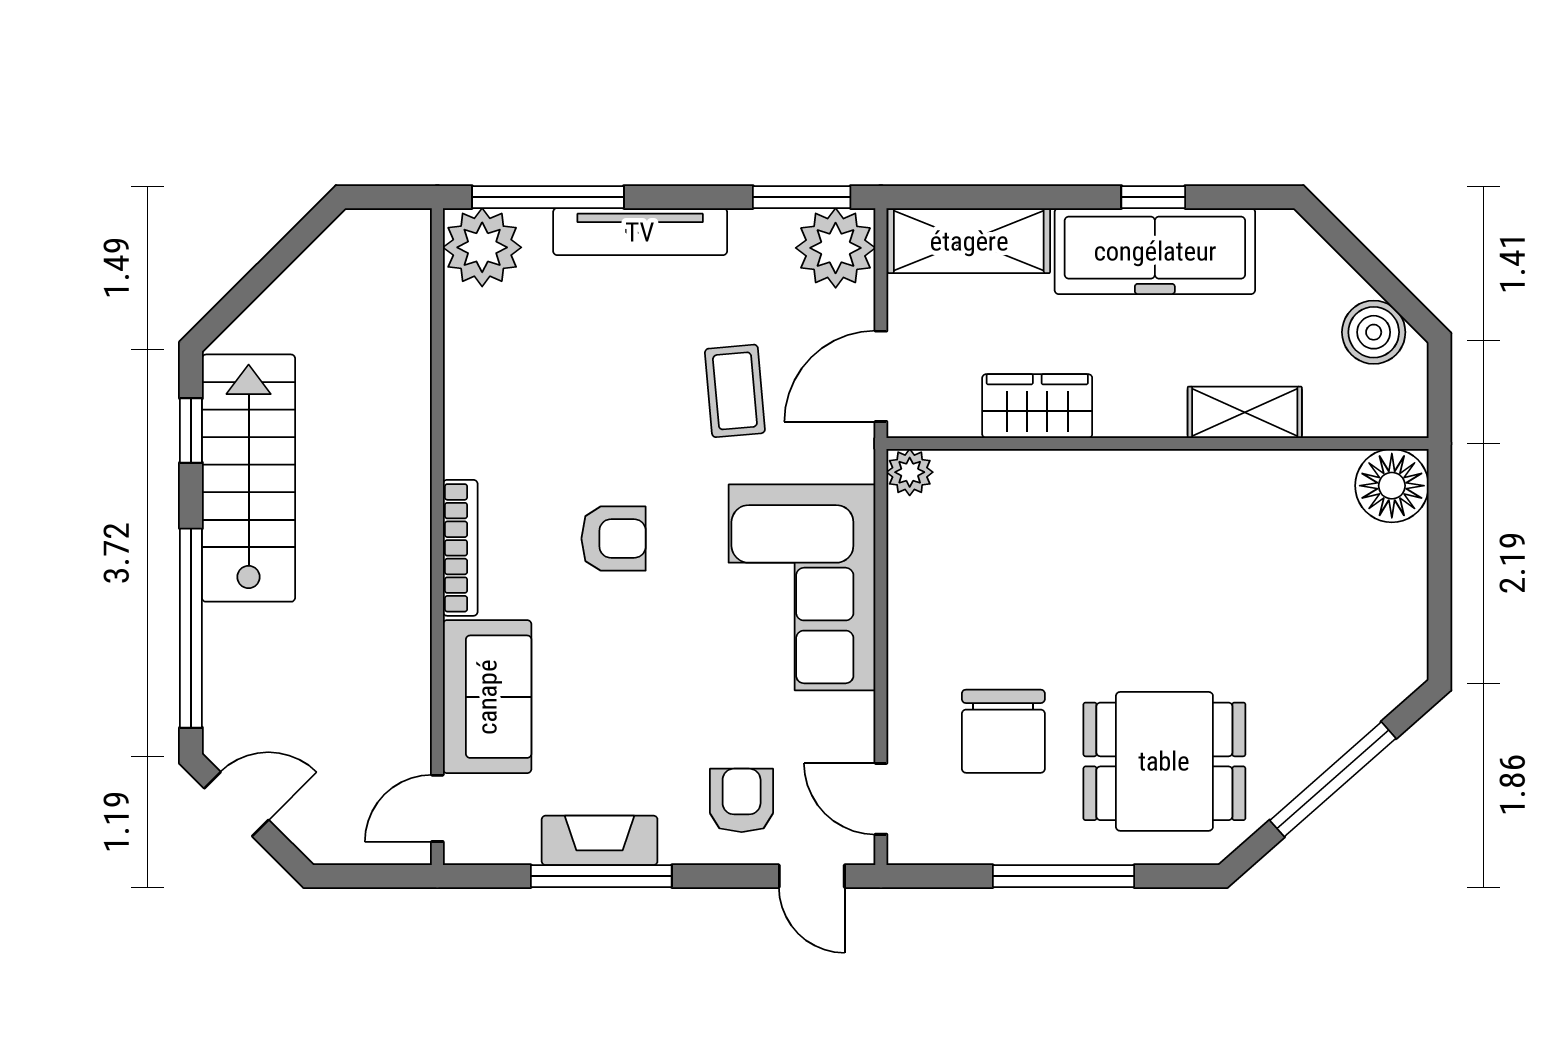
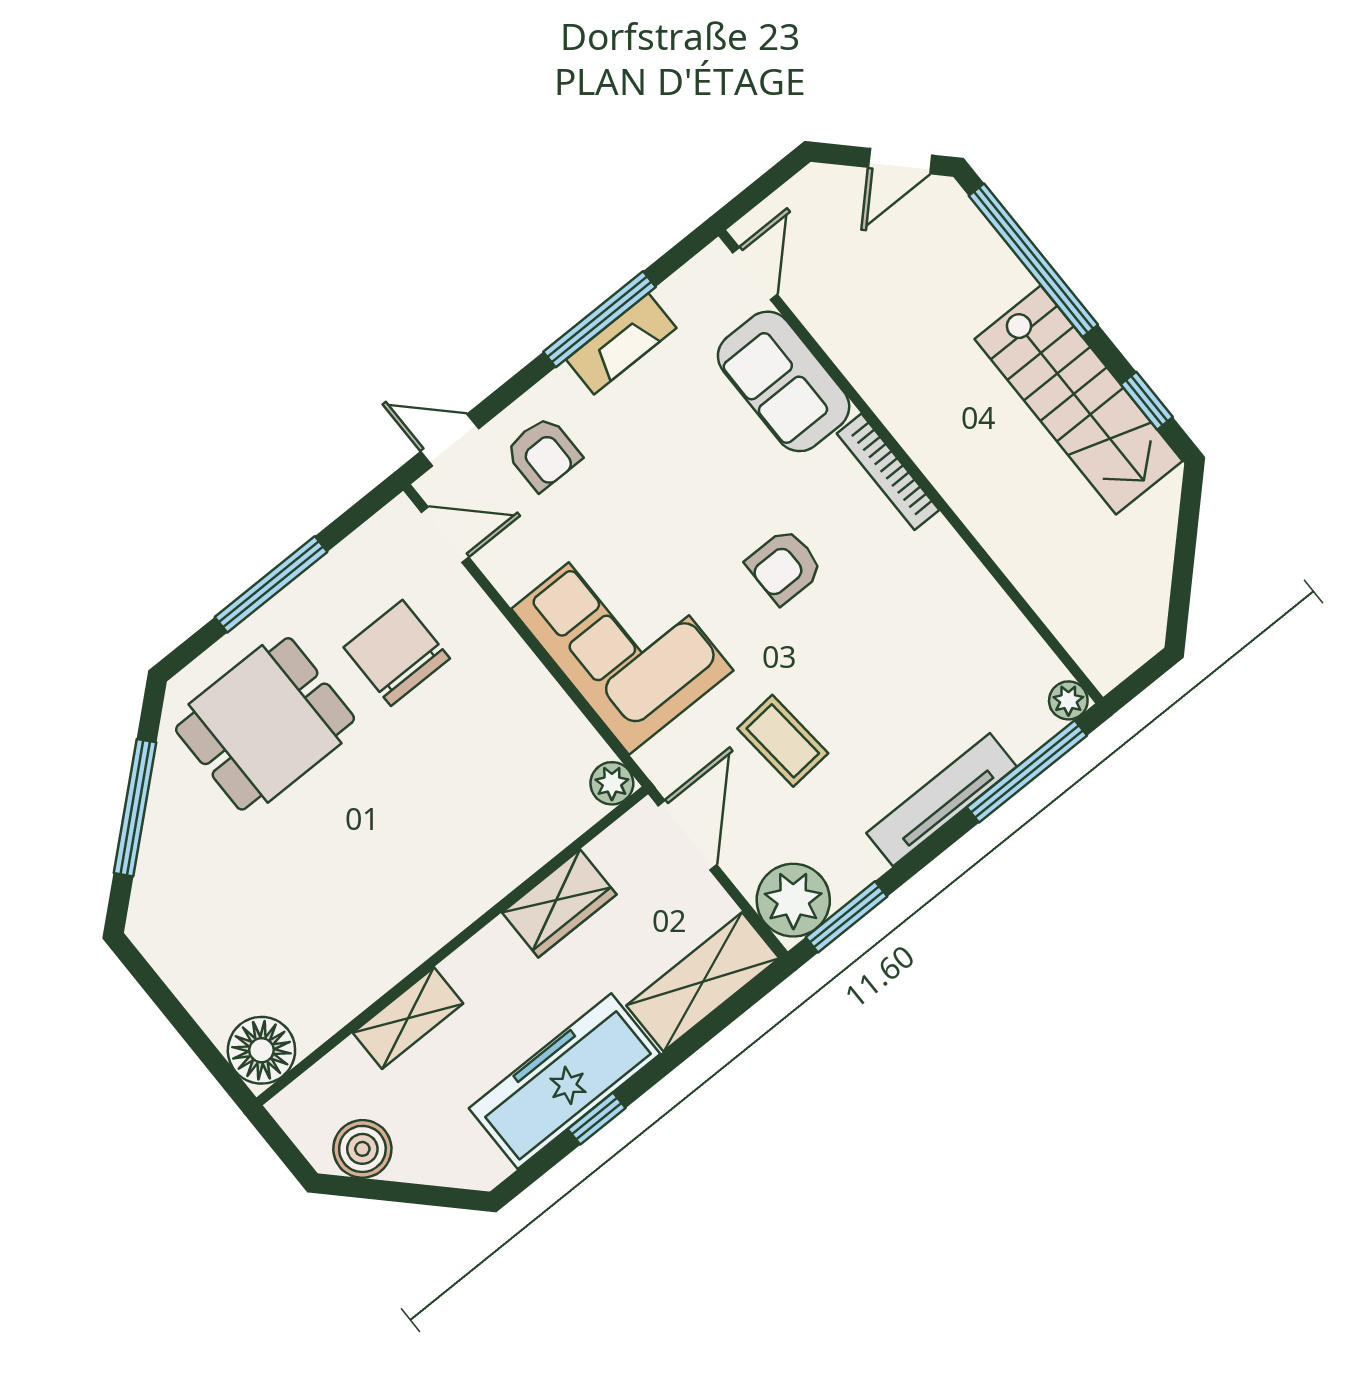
plant: (482, 247) -> (1068, 700), width x0.53, depth x0.53

